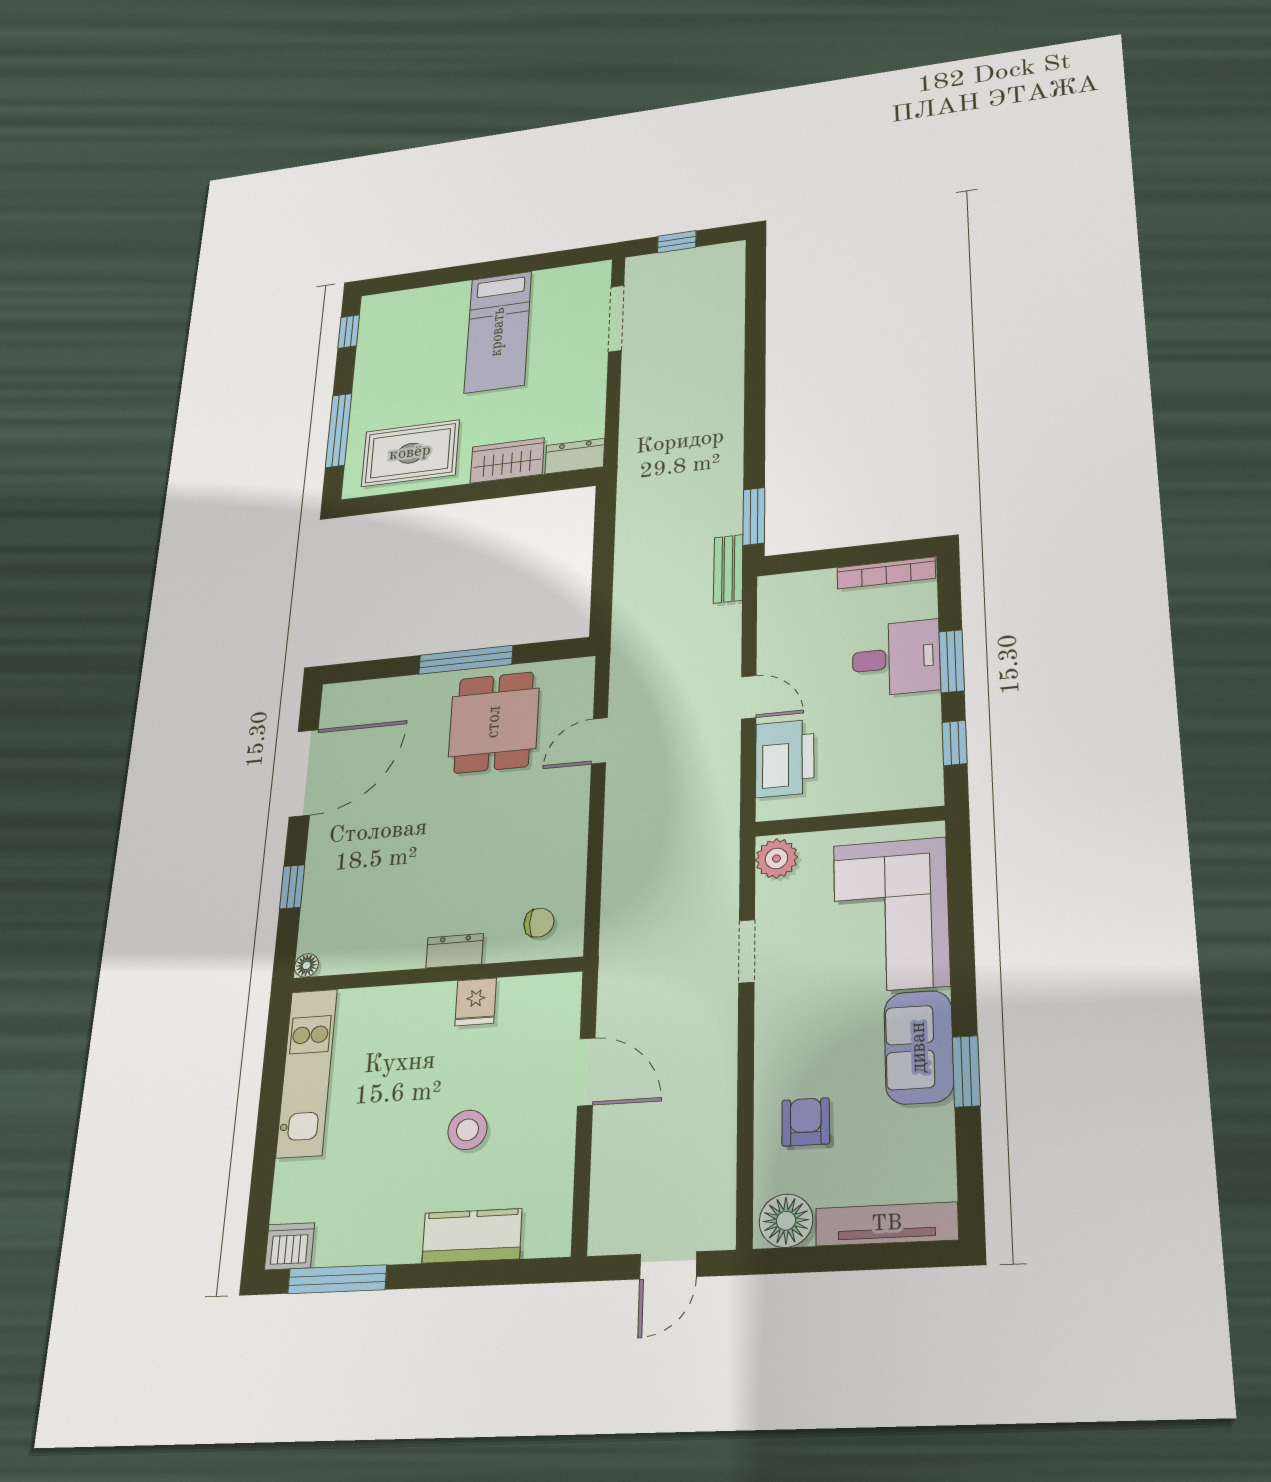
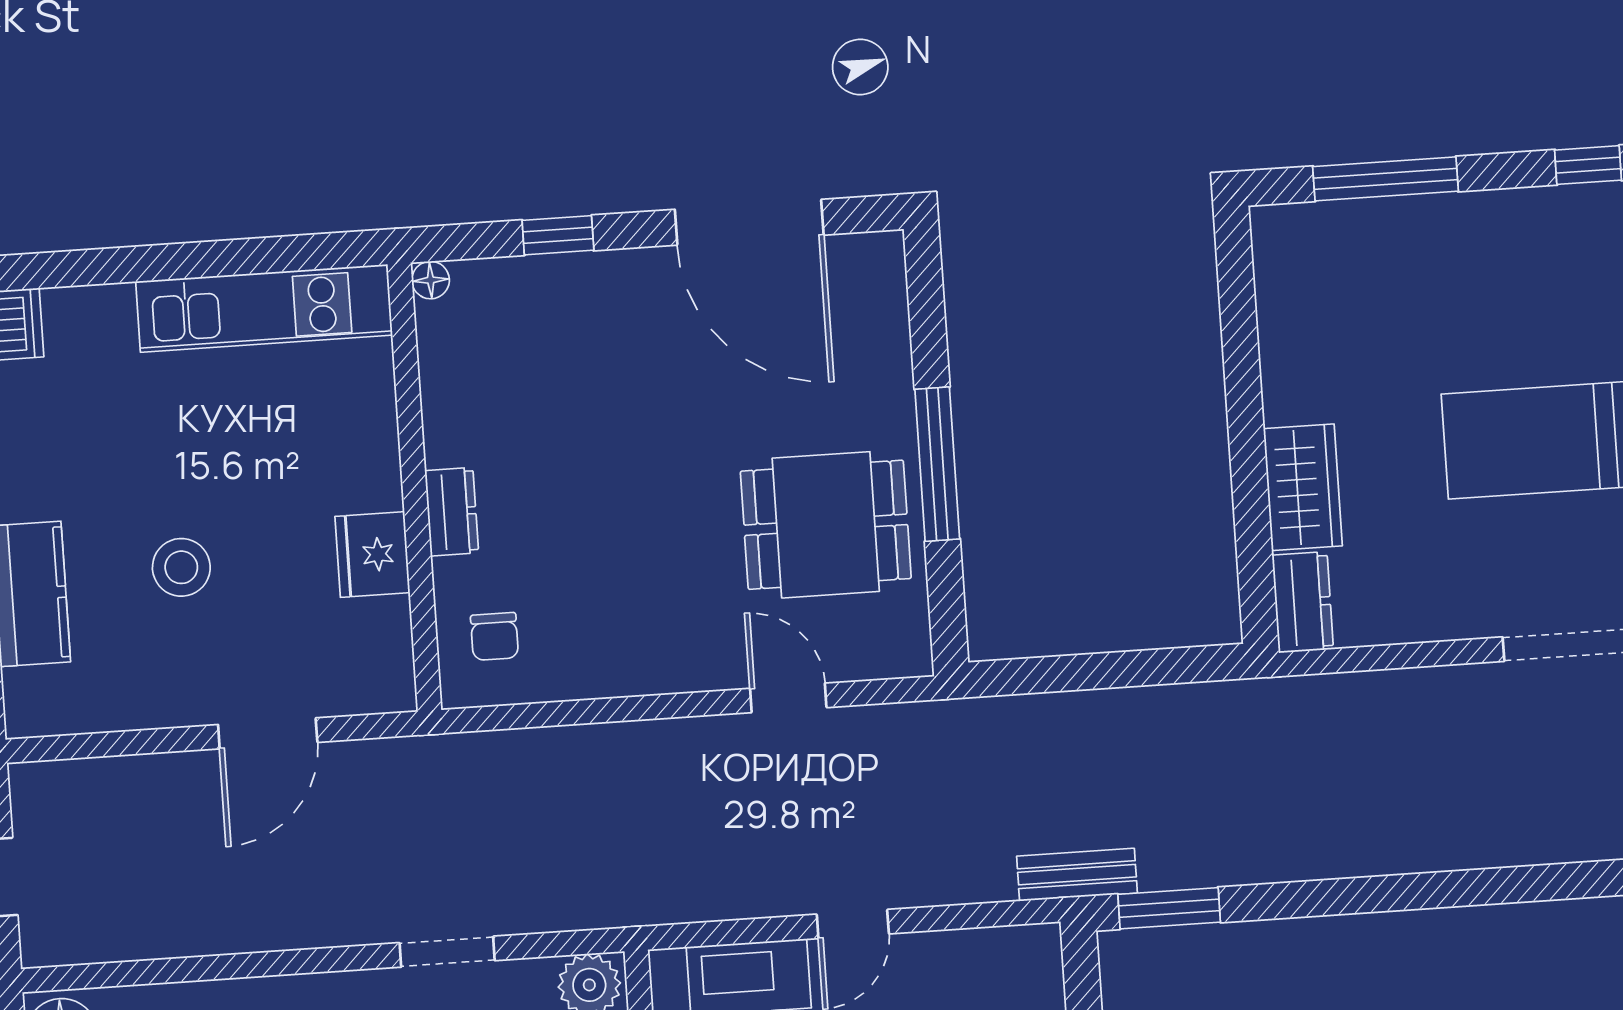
rug: (410, 453) -> (1330, 315), removed
fridge: (476, 1002) -> (372, 555), width x1.38

